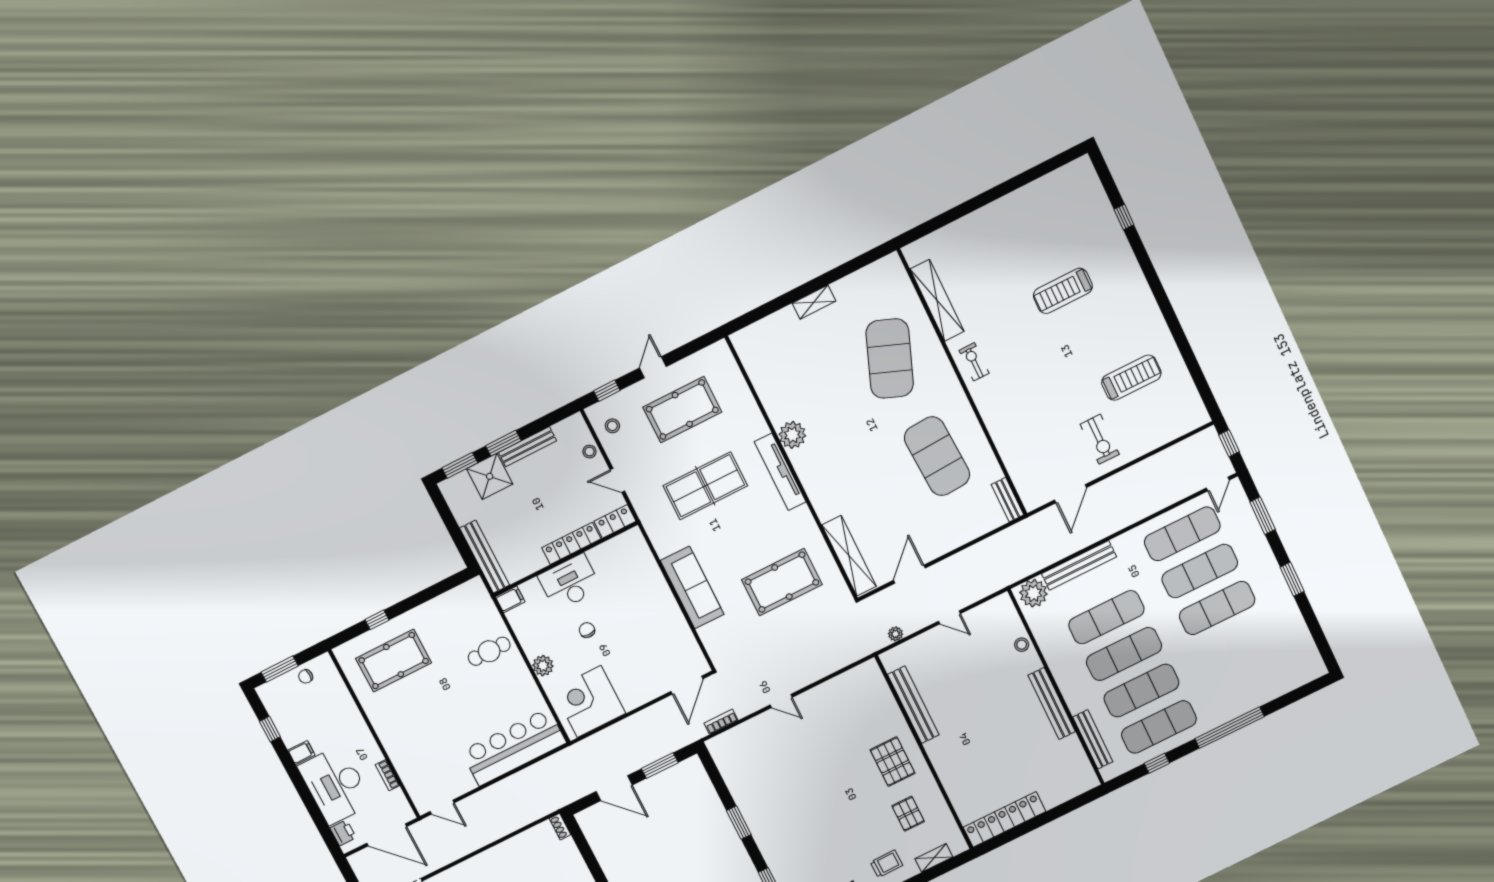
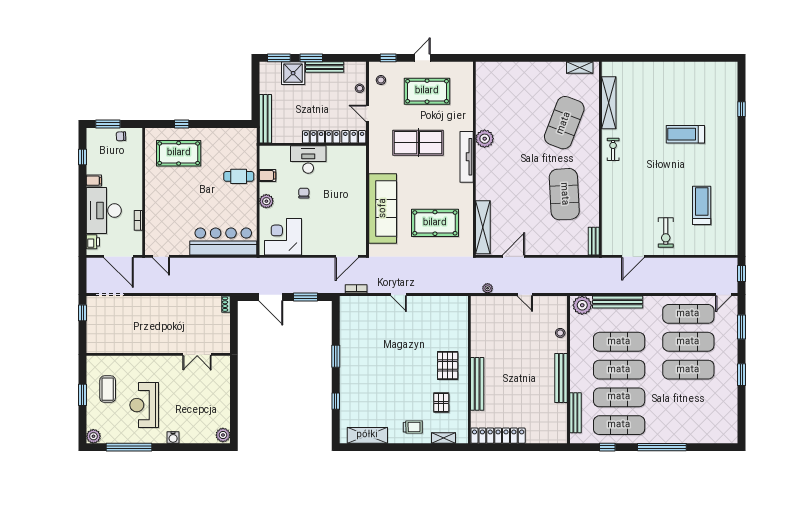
shelving: (814, 302) -> (580, 68), moved
treadmill: (1131, 378) -> (702, 205), turned -90
sofa: (692, 587) -> (383, 208), width x1.36, depth x1.27
filing cabinet: (510, 599) -> (267, 176), moved
bench: (913, 705) -> (477, 384), moved

